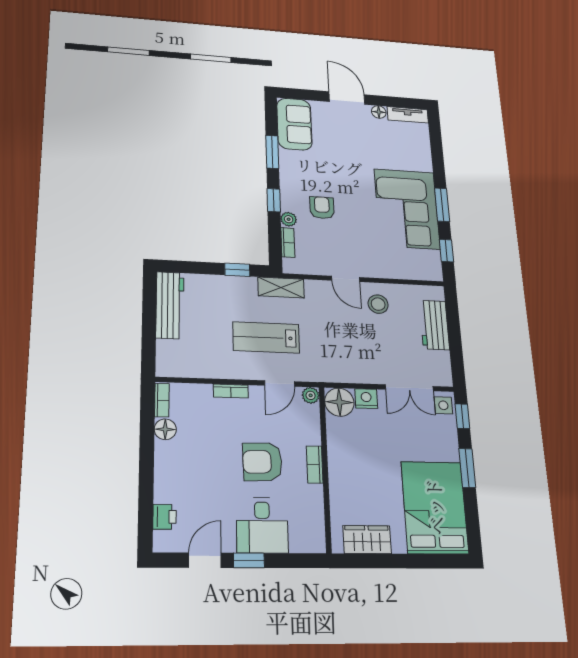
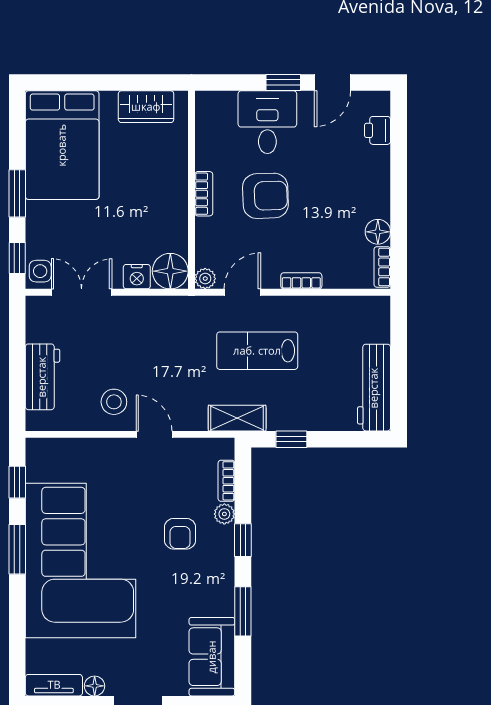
corner sofa: (407, 209) -> (81, 560), width x1.36, depth x1.36
lab bench: (266, 337) -> (257, 351), turned 180

